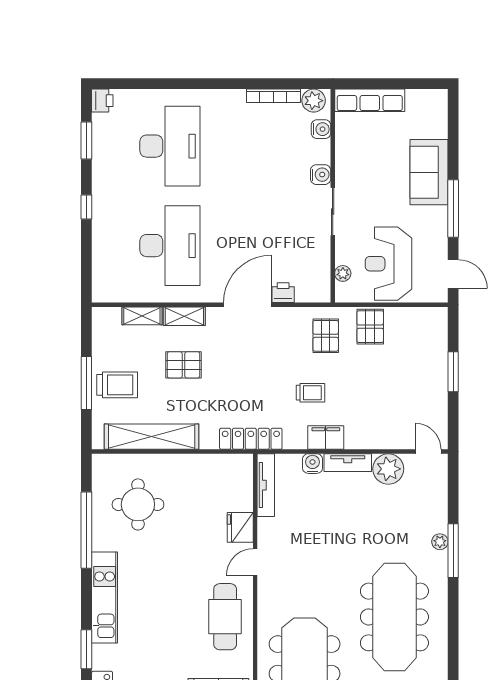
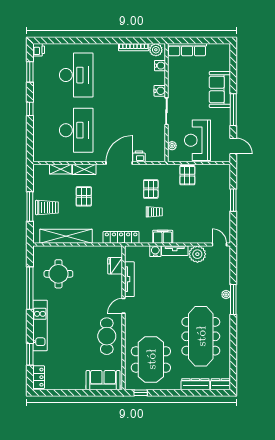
pallet: (326, 336) -> (151, 189), moved
pallet: (183, 365) -> (84, 196), turned 90
tv unit: (266, 485) -> (129, 279), moved
fridge: (240, 527) -> (115, 266), moved

